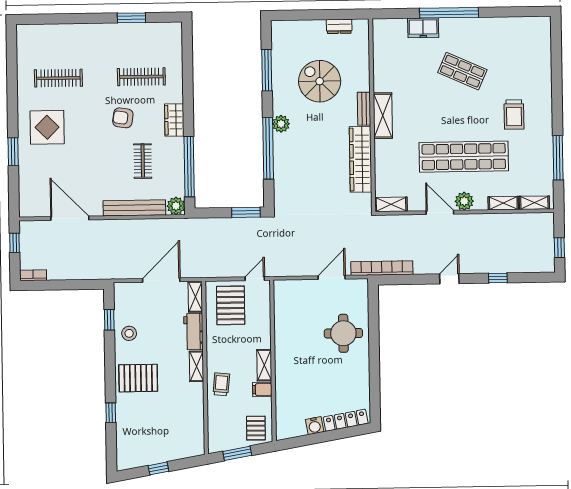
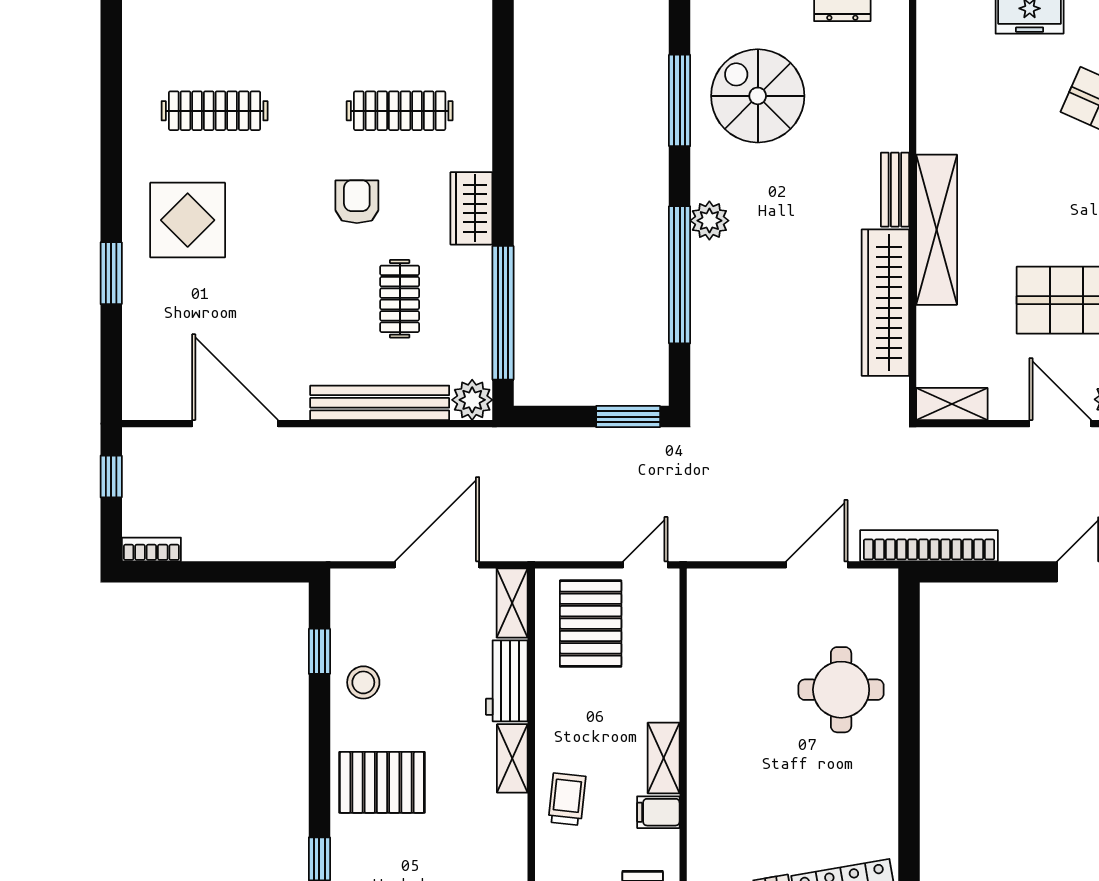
spiral stairs: (320, 81) -> (758, 96), moved
shelving: (383, 116) -> (937, 230), width x1.47
armchair: (123, 118) -> (357, 202), turned 81

